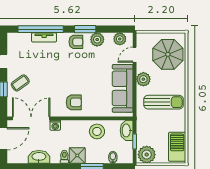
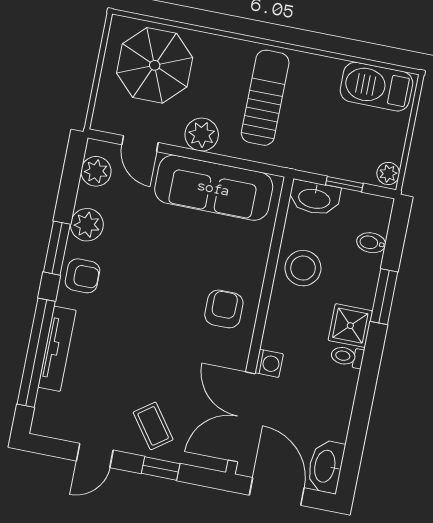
tv unit: (44, 37) -> (57, 349), width x1.41
armchair: (76, 42) -> (82, 276), turned 90
plant: (147, 155) -> (388, 173), width x0.53, depth x0.53
washbasin: (39, 157) -> (326, 466), moved

